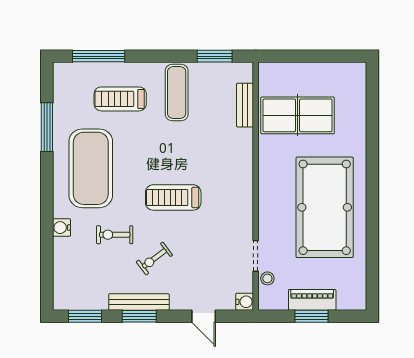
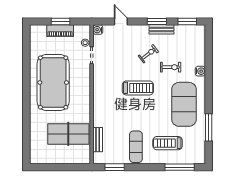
treadmill: (120, 99) -> (168, 143), turned 180
bench: (139, 302) -> (162, 29), width x0.73

